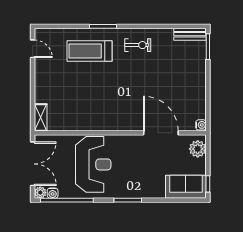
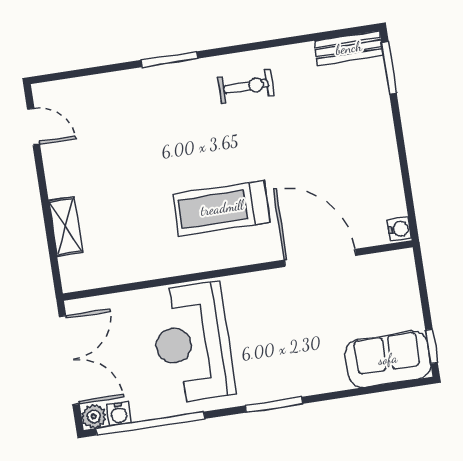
treadmill: (90, 51) -> (222, 208), moved
shelving: (41, 117) -> (65, 227), moved
plant: (198, 149) -> (400, 279), removed
reception desk: (93, 164) -> (192, 343), turned 180

